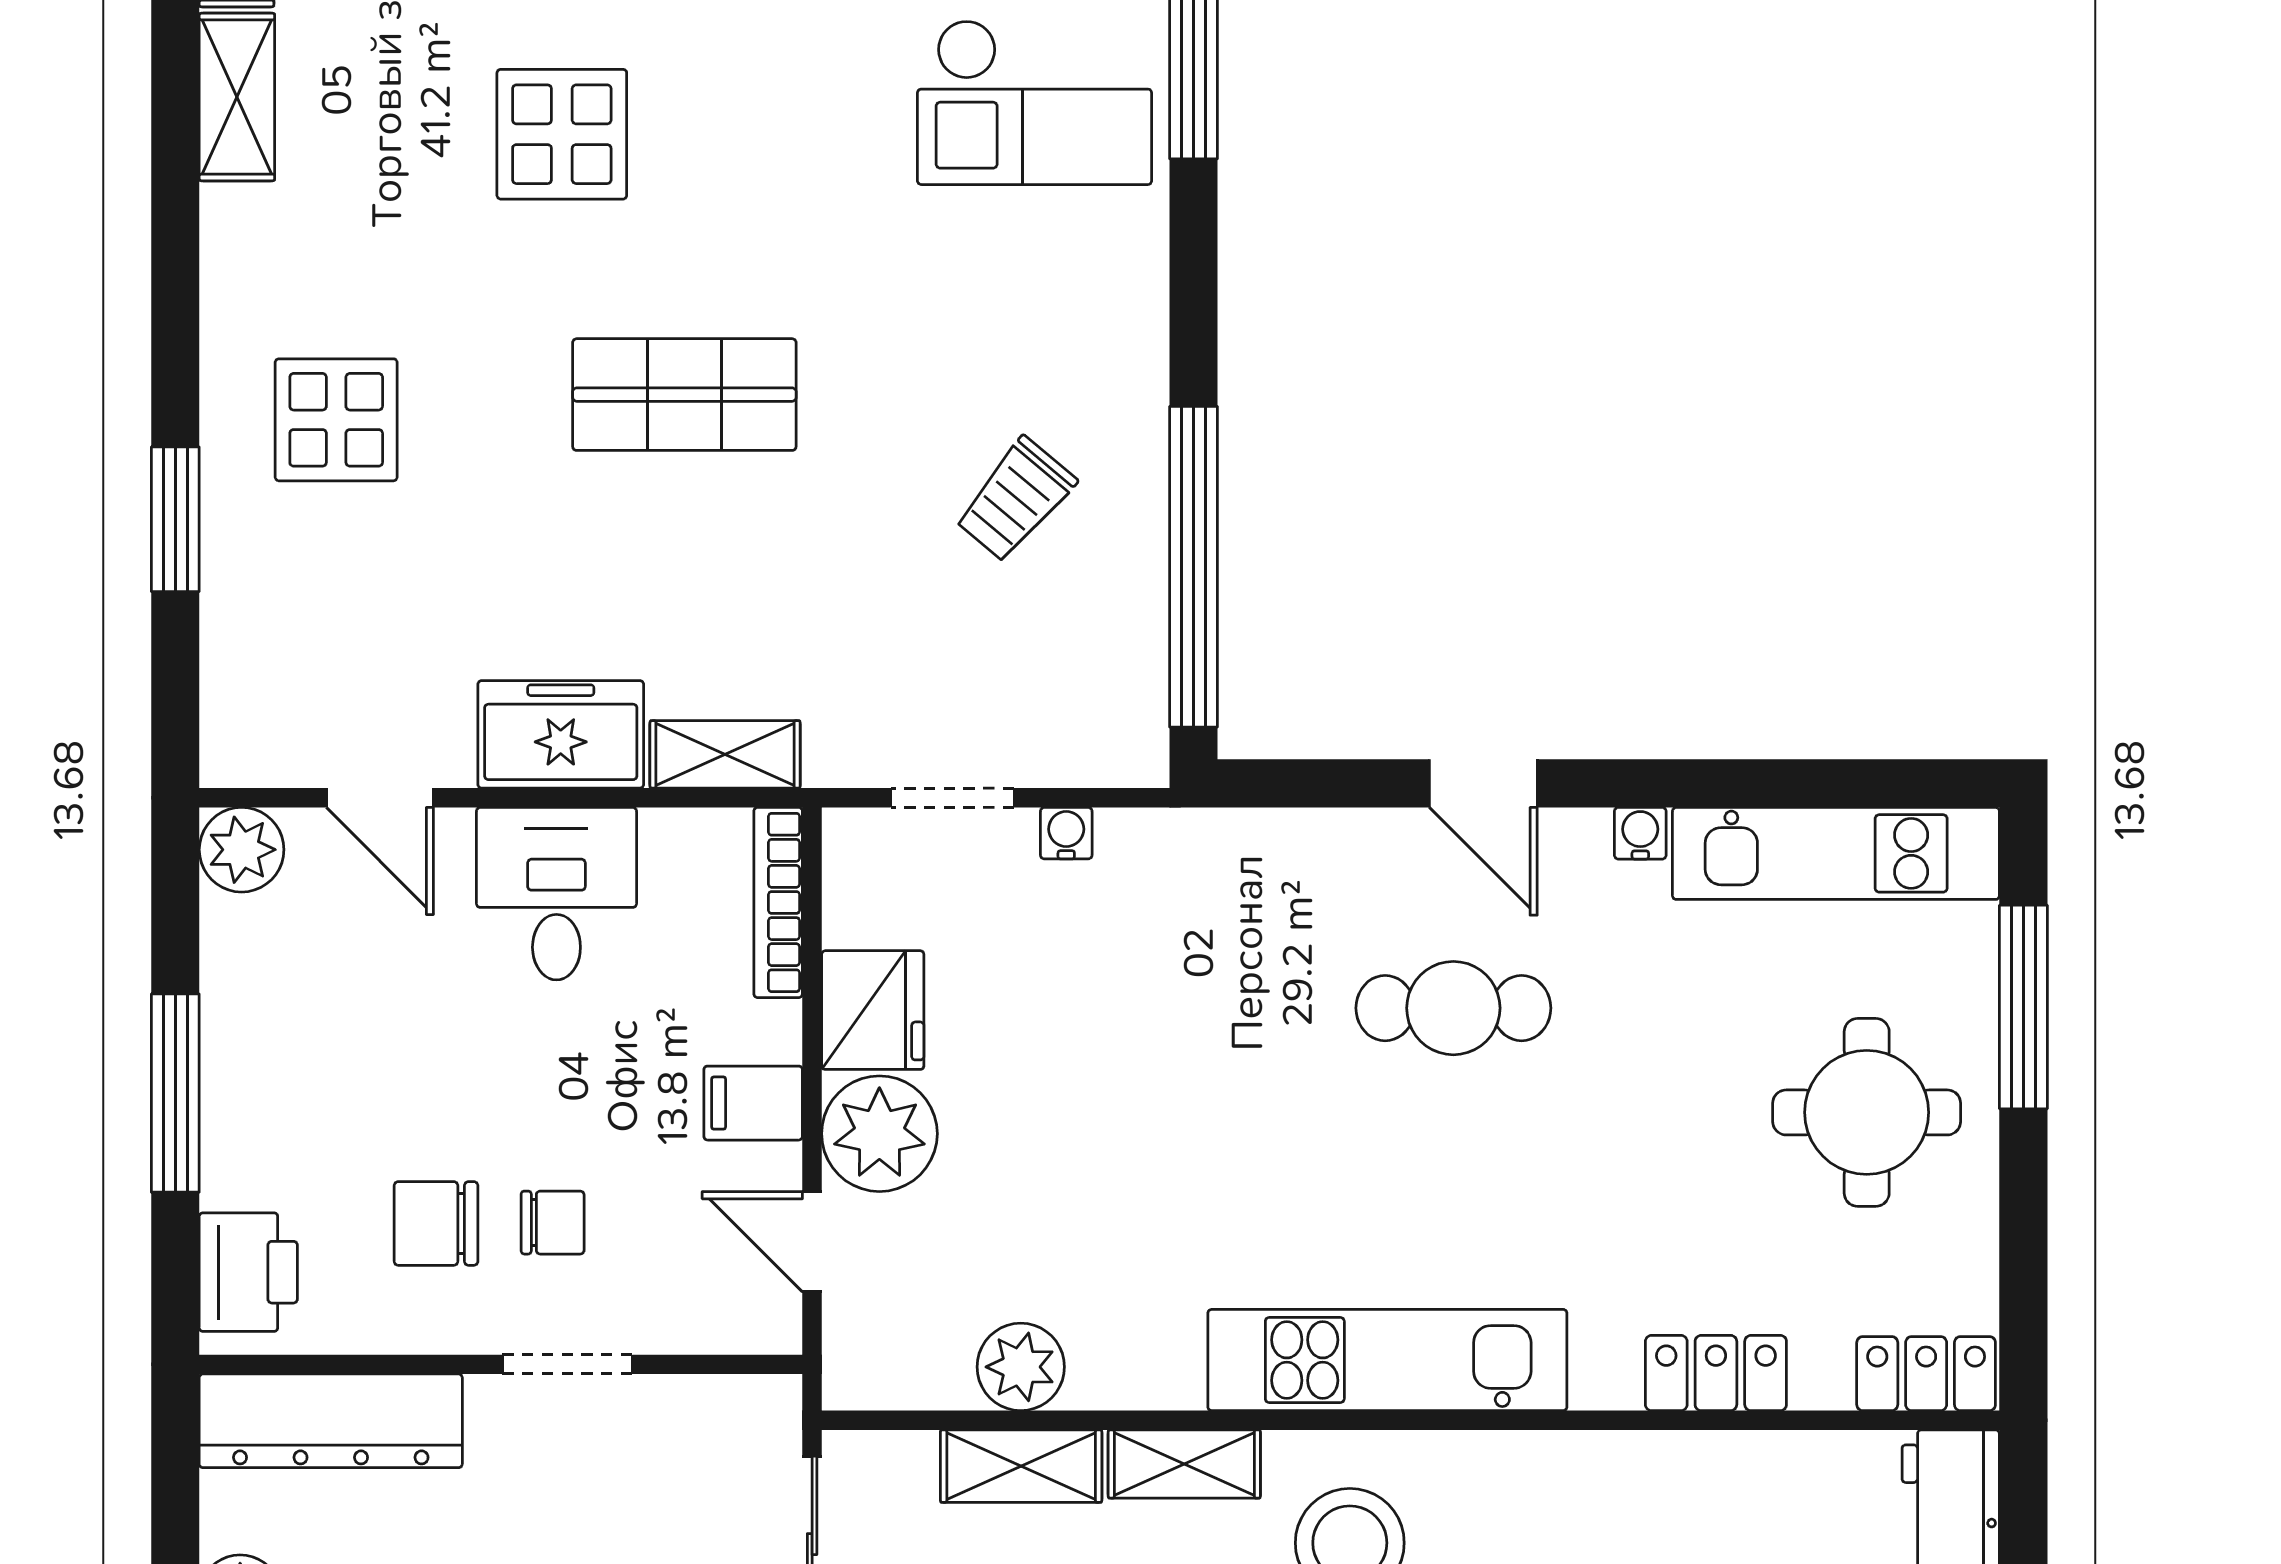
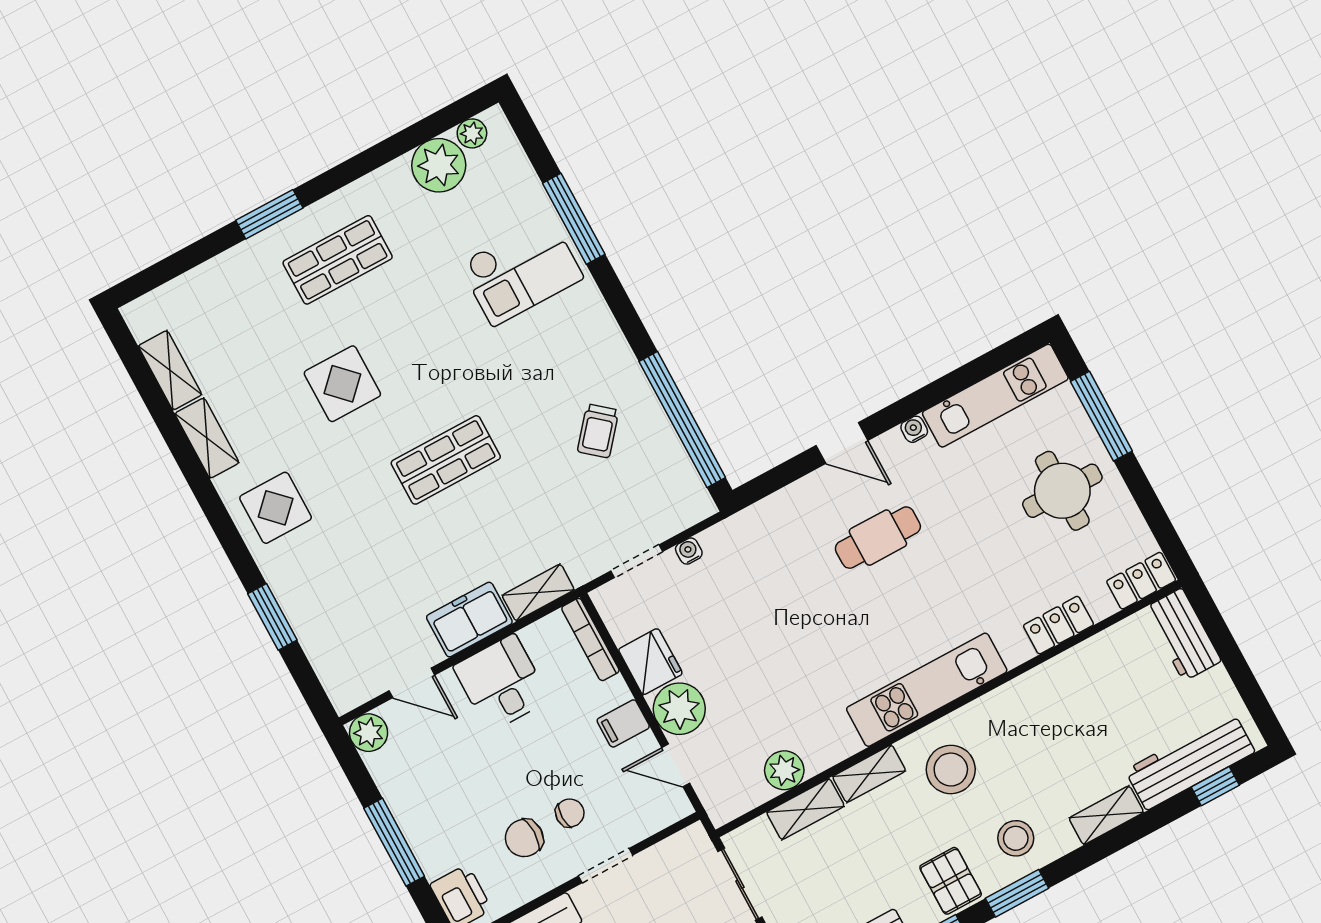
display table: (336, 420) -> (276, 508), moved

